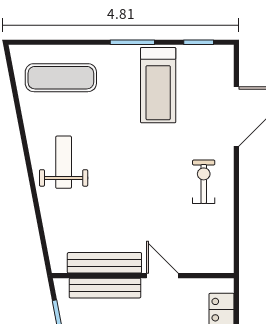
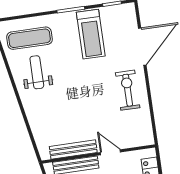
weight bench: (64, 162) -> (37, 72), moved
exercise bike: (204, 182) -> (128, 90), width x1.38, depth x1.39

